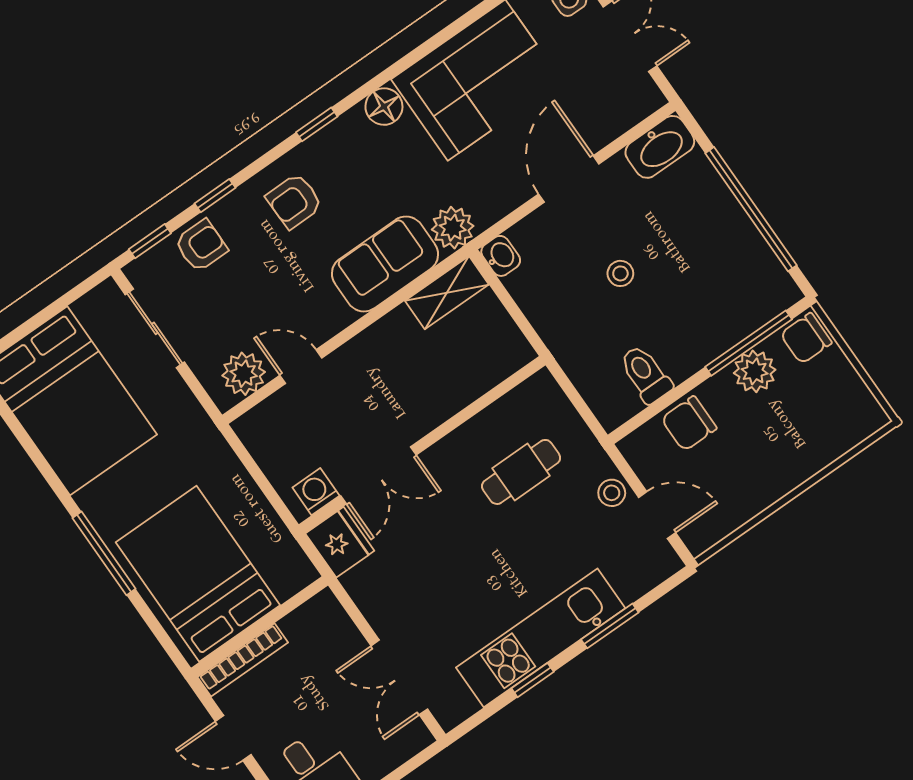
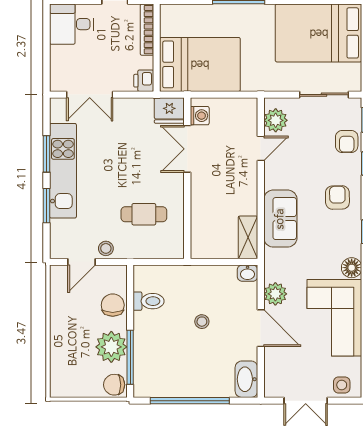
plant: (453, 228) -> (275, 294), moved
chair: (806, 338) -> (114, 385), turned -90
plant: (755, 371) -> (111, 347), width x1.36, depth x1.36
cafe table: (521, 472) -> (144, 214), turned 90
bed: (198, 574) -> (200, 64), moved
printer: (322, 611) -> (144, 81), added
double door: (399, 677) -> (90, 95), swing flipped
window: (533, 680) -> (46, 154), width x1.50

